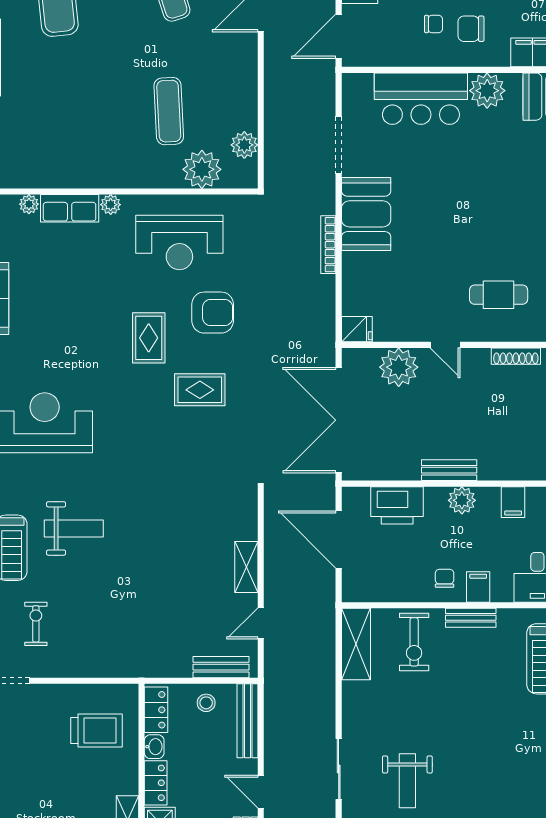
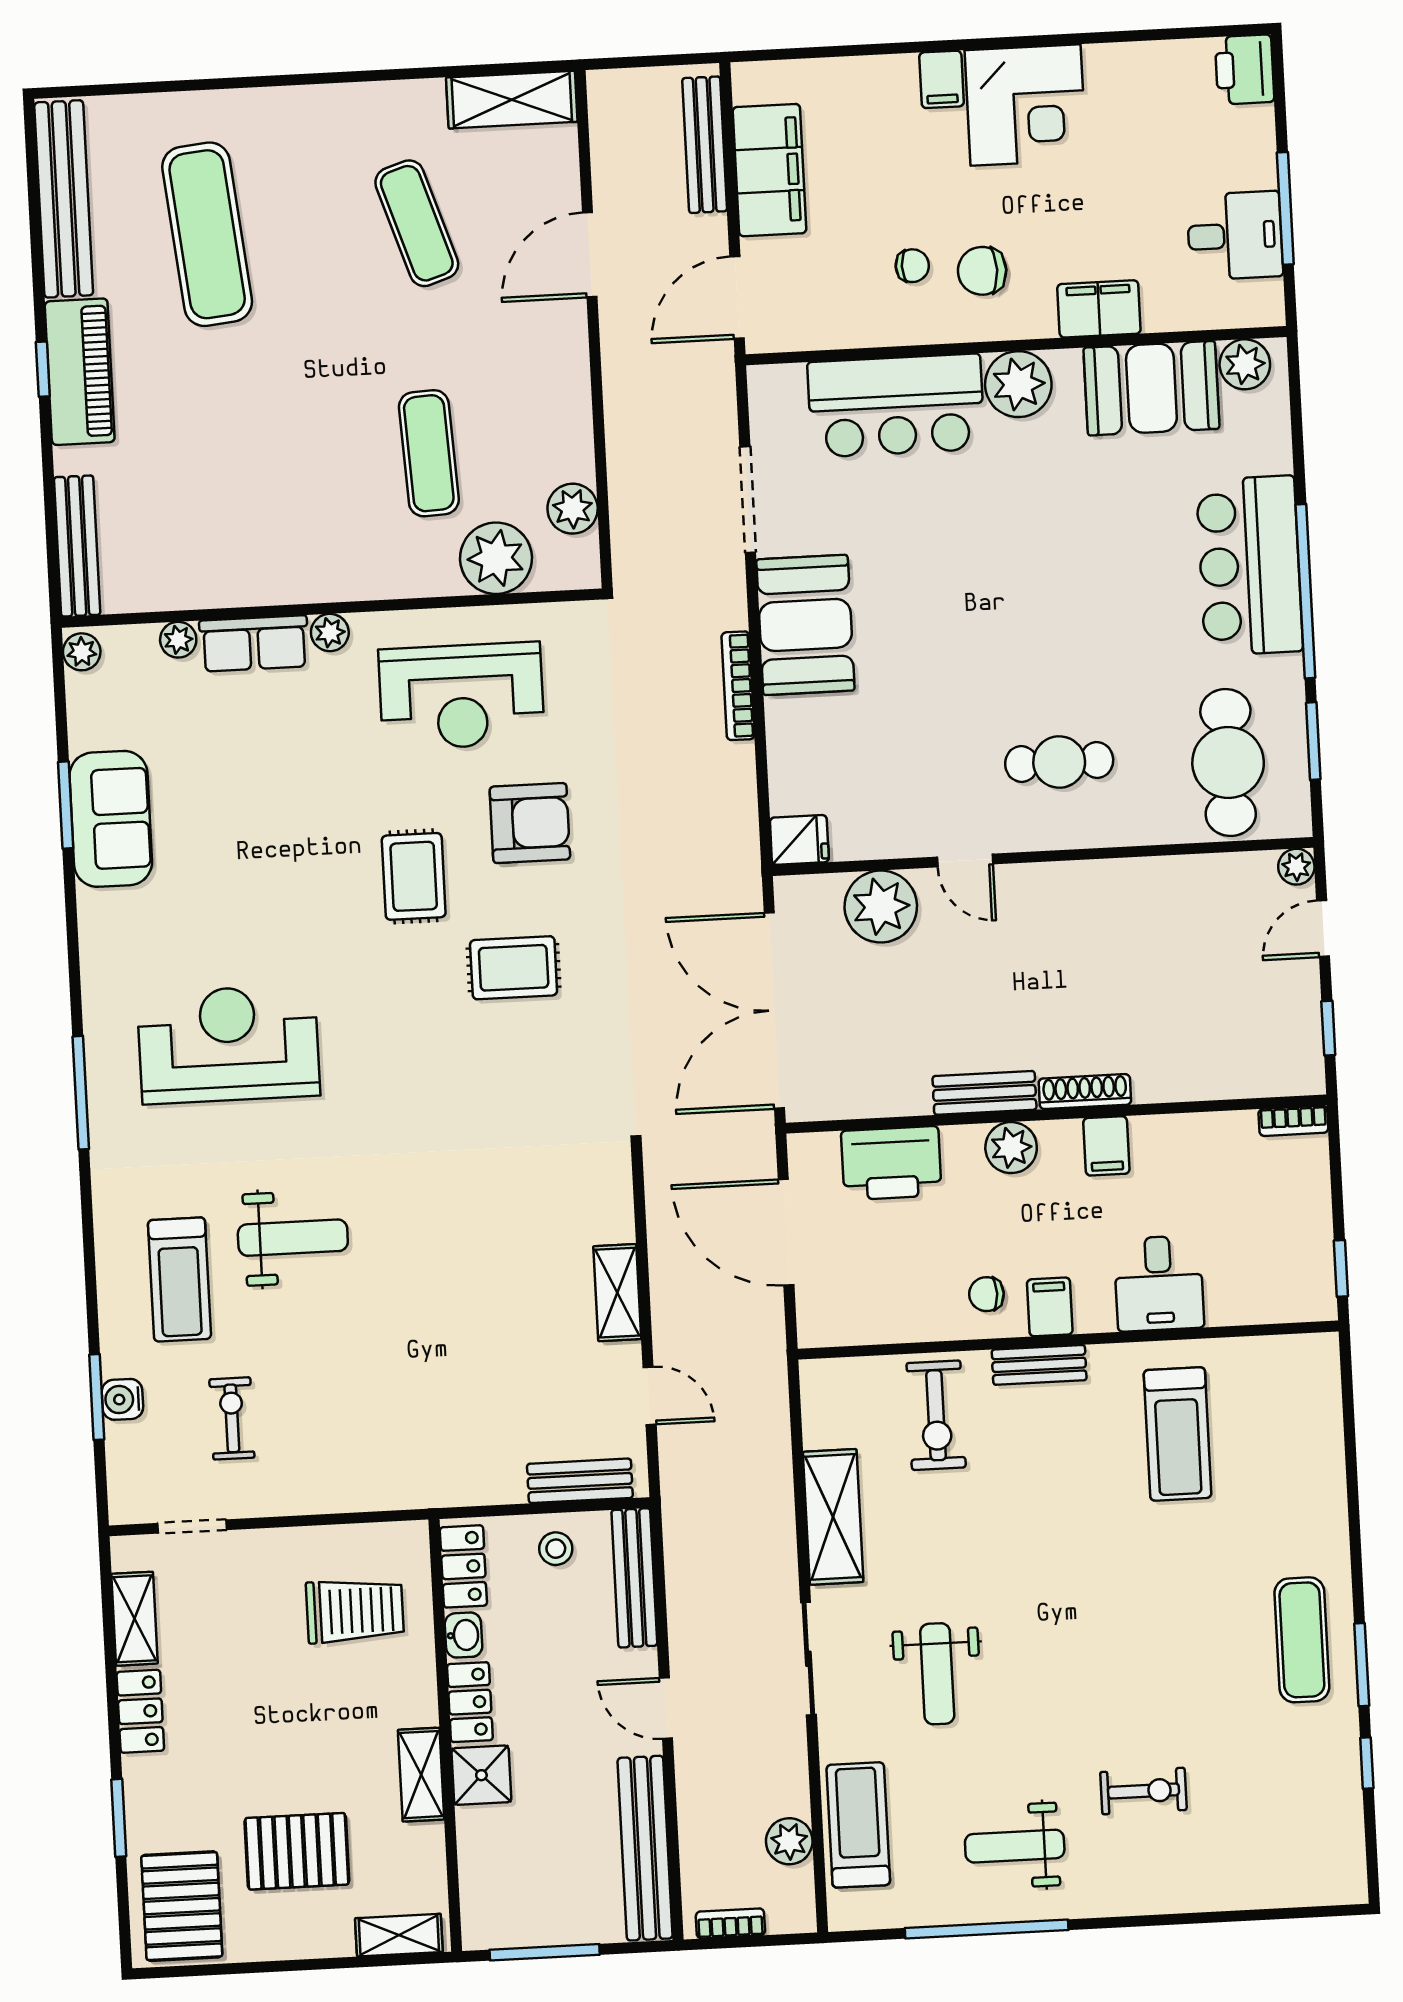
shoe rack: (516, 356) -> (1085, 1092), moved, turned 180
chair: (445, 578) -> (986, 1294), turned -90
door: (261, 623) -> (650, 1396), swing flipped
shelving: (356, 644) -> (833, 1517), moved

